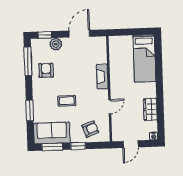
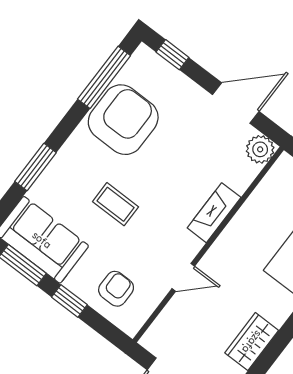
plant: (56, 44) -> (260, 149), moved
armchair: (46, 70) -> (123, 120), width x1.88, depth x1.88
armchair: (90, 129) -> (116, 289), turned -69

